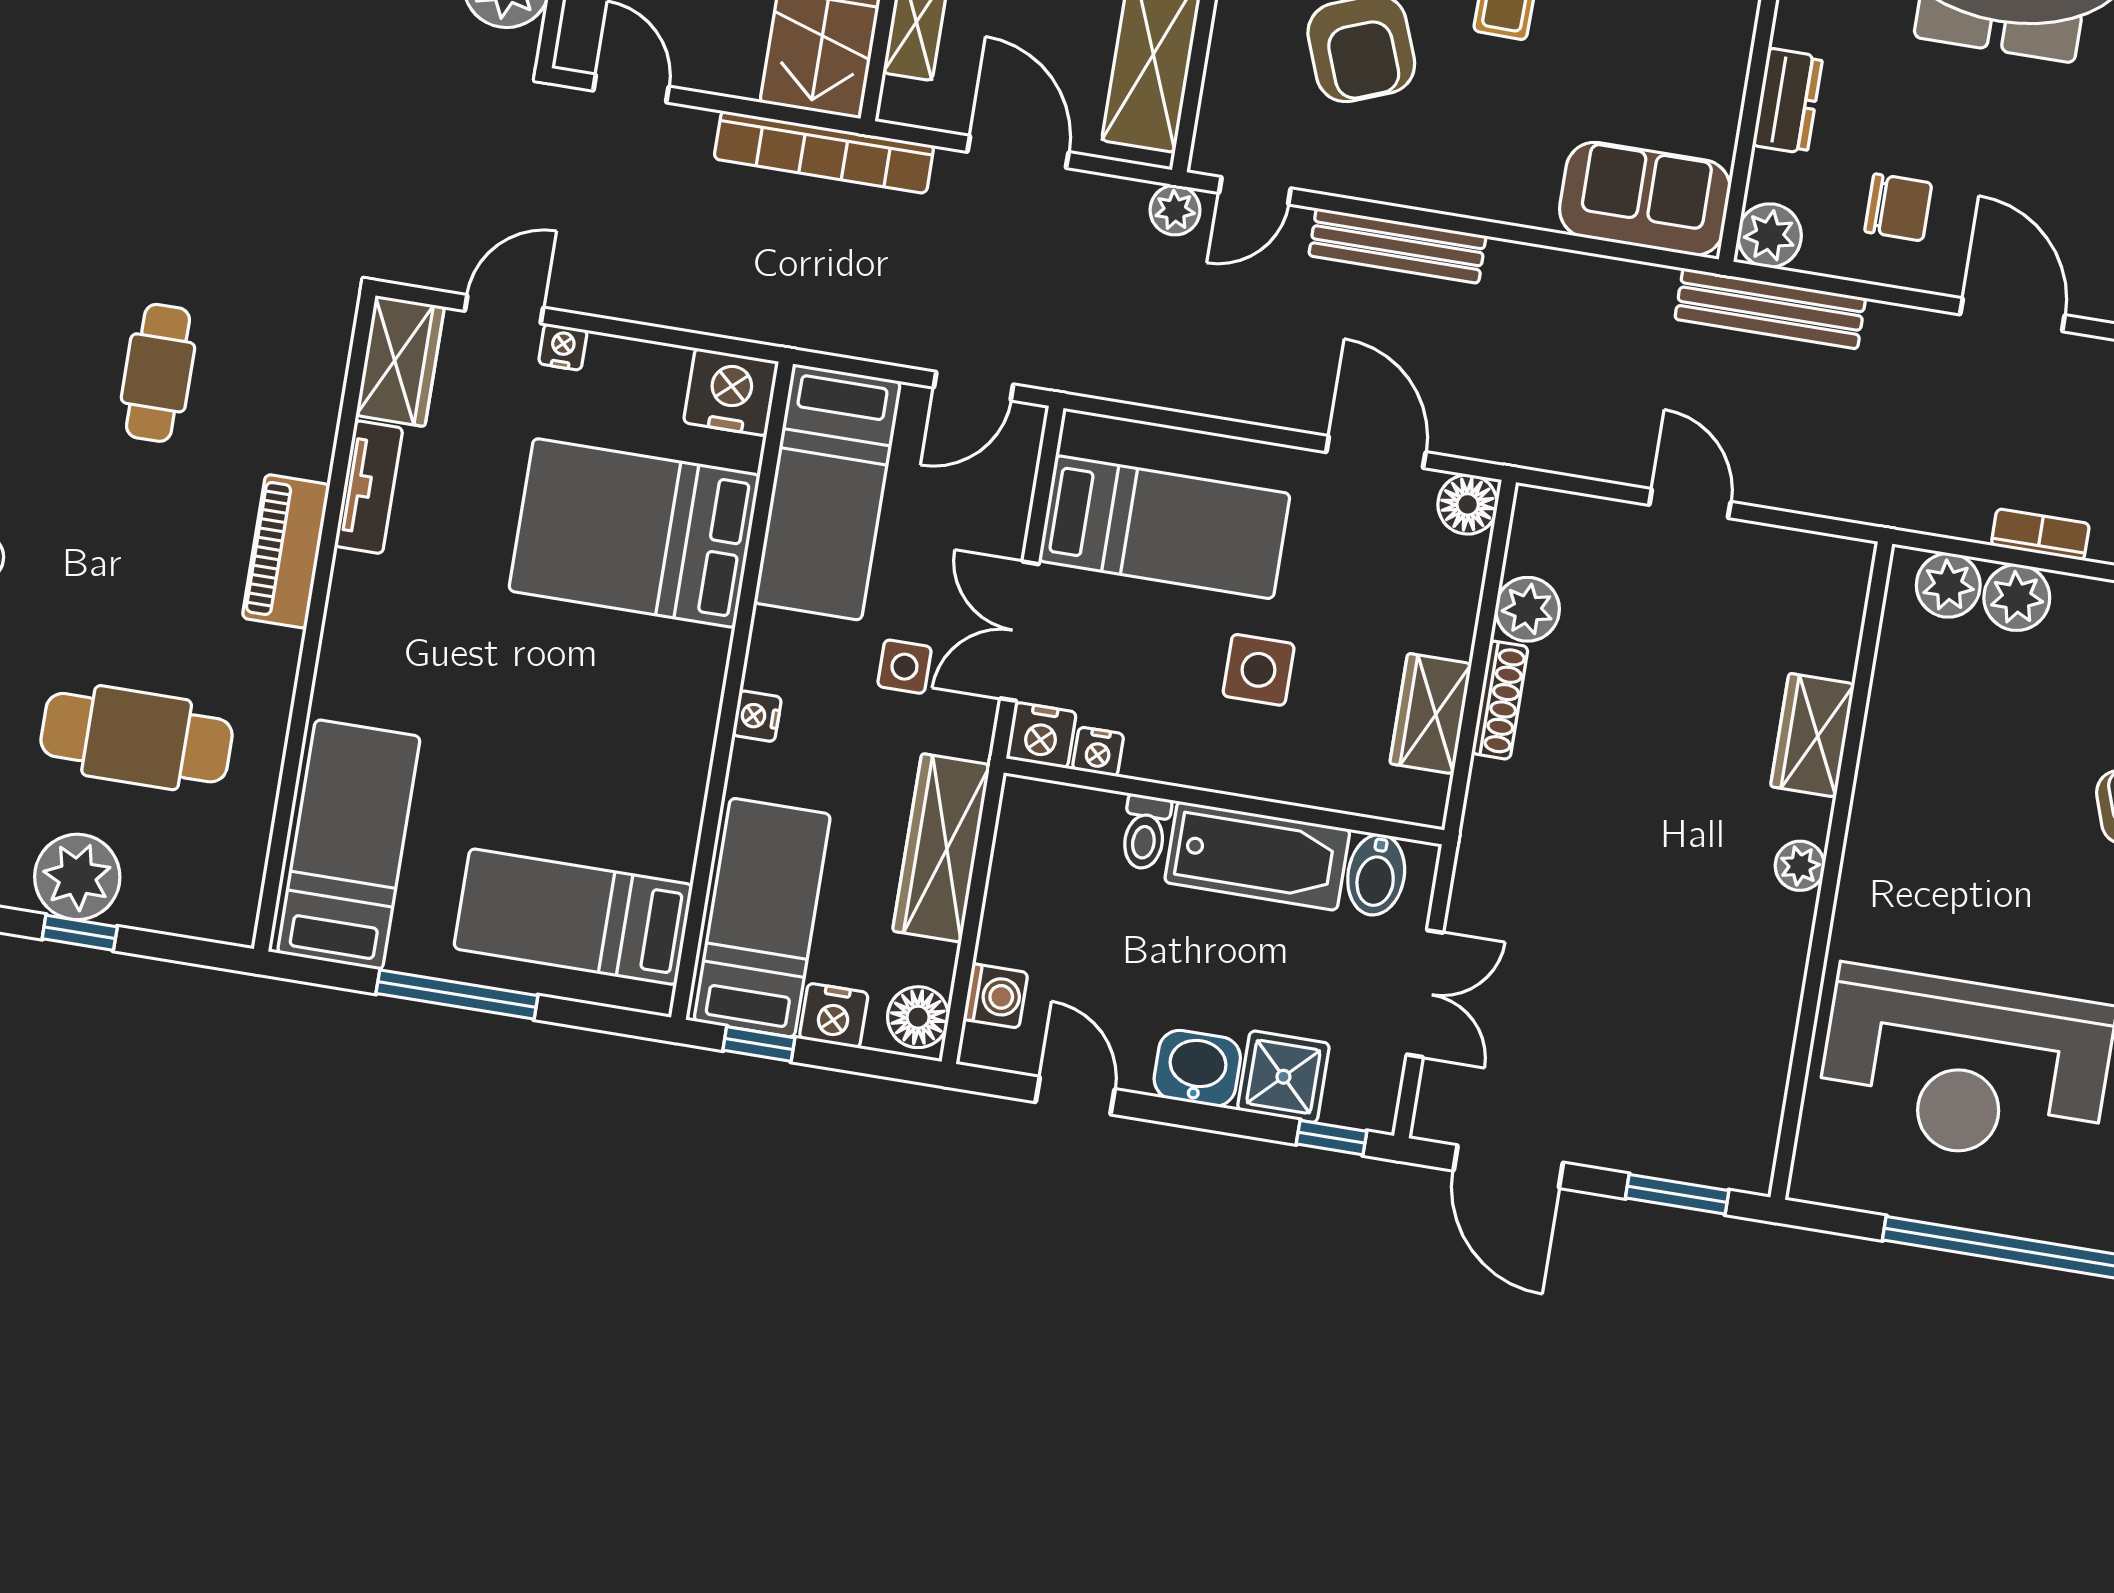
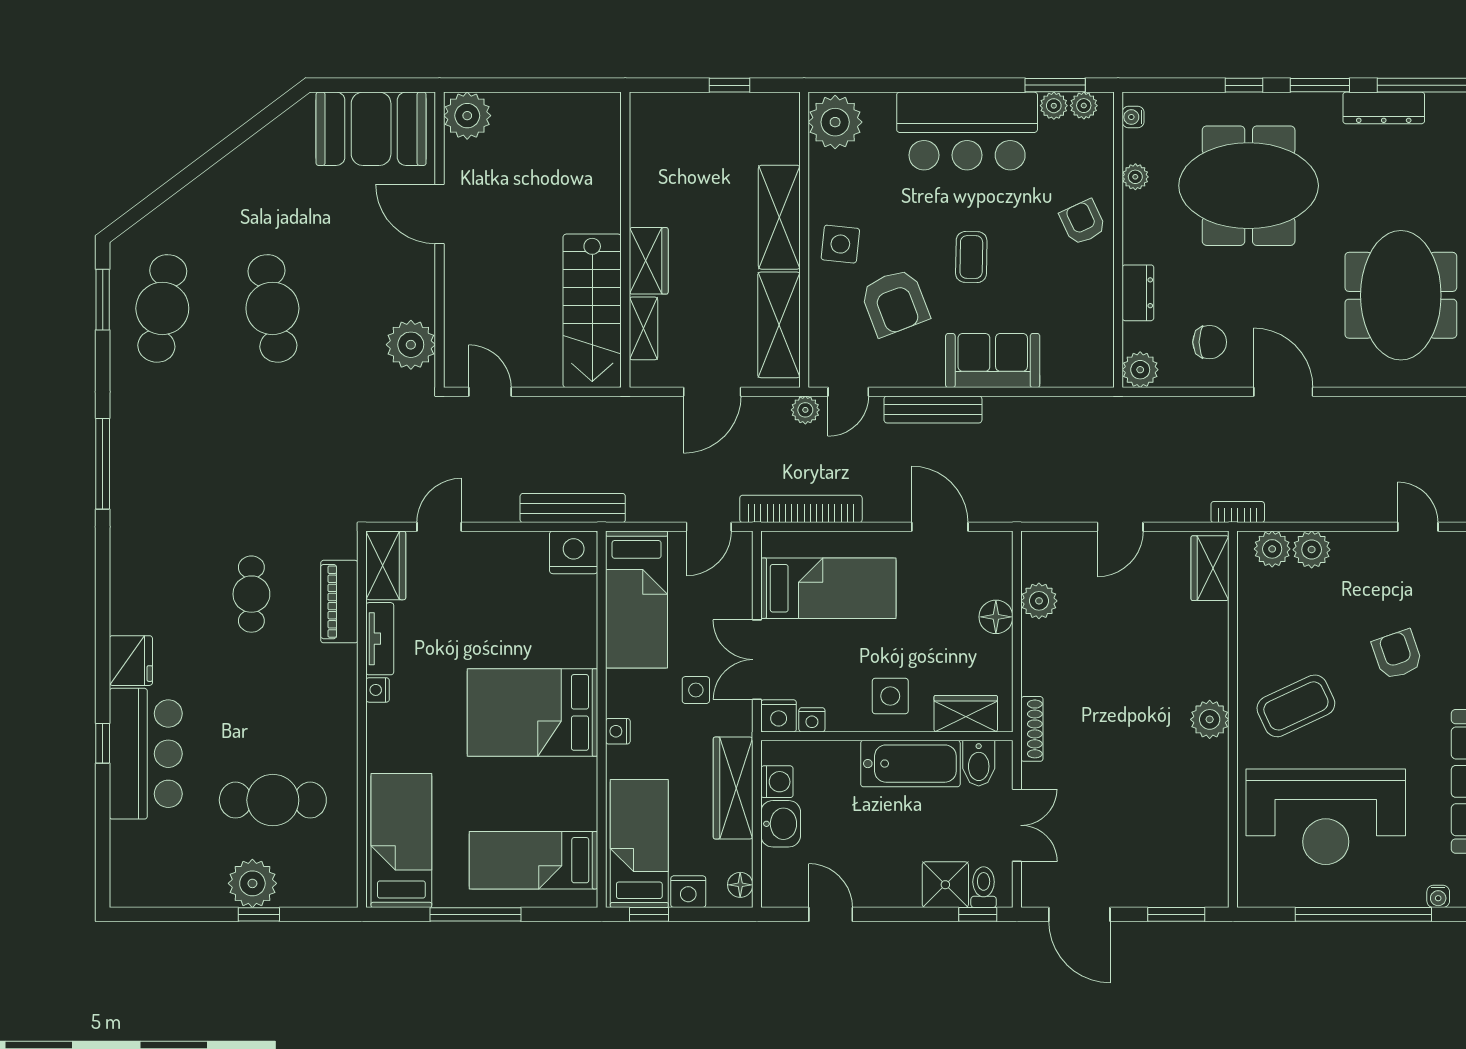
bookcase: (824, 152) -> (801, 509), moved, turned 180
door: (1018, 152) -> (712, 392), swing flipped
sofa: (1645, 199) -> (993, 361), moved
bench: (1770, 309) -> (573, 508), moved
nightstand: (563, 347) -> (378, 690), moved, turned -90
door: (1690, 503) -> (1120, 527), swing flipped
floor lamp: (1468, 504) -> (996, 617), moved
bed: (634, 533) -> (532, 712), moved
bookcase: (2040, 534) -> (1238, 512), moved
piano: (286, 551) -> (339, 602), moved
side table: (1259, 670) -> (890, 696), moved
shoe rack: (1500, 700) -> (1032, 729), moved
wardrobe: (1431, 714) -> (966, 714), moved, turned 90
wardrobe: (1813, 735) -> (1210, 568), moved
toilet: (1145, 832) -> (984, 887), moved, turned 180
coffee table: (1945, 865) -> (1296, 706), added
plant: (1800, 866) -> (1210, 719), width x1.38, depth x1.38
washing machine: (996, 996) -> (777, 782), moved
floor lamp: (918, 1017) -> (740, 885), width x0.73, depth x0.73
washbasin: (1197, 1068) -> (781, 824), moved, turned 90

